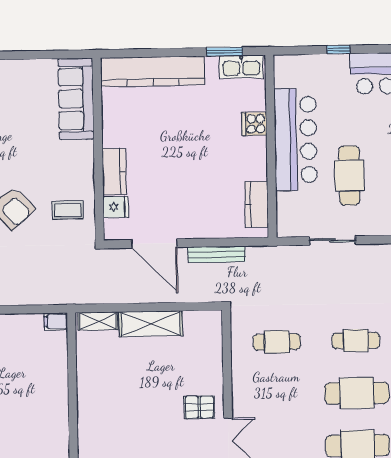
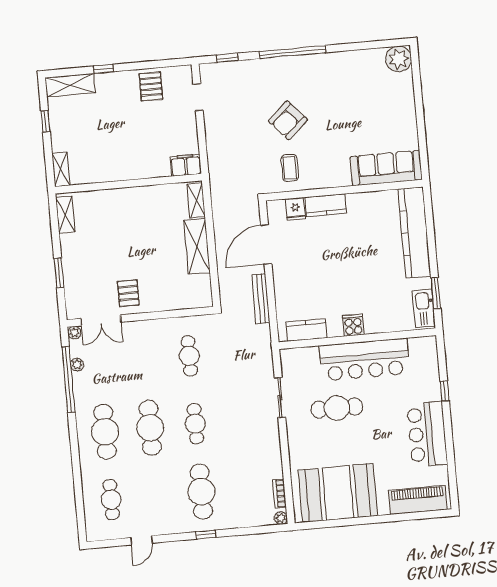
cooker: (254, 124) -> (353, 325), moved
filing cabinet: (56, 321) -> (186, 165), width x2.00

